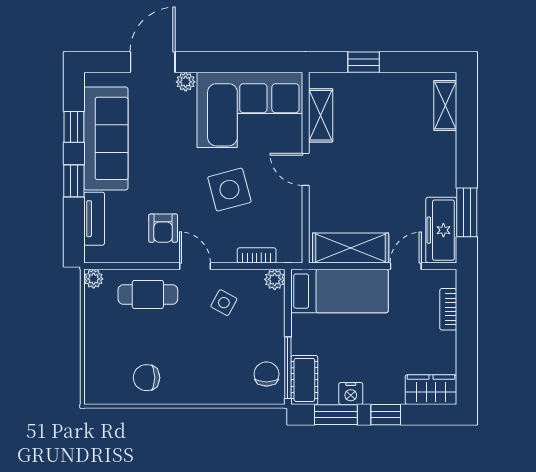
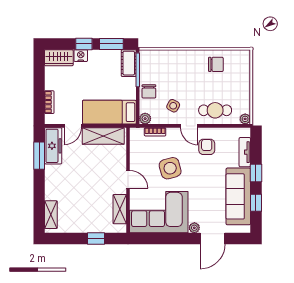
chair: (267, 374) -> (149, 91), moved
nightstand: (351, 394) -> (81, 56), moved

